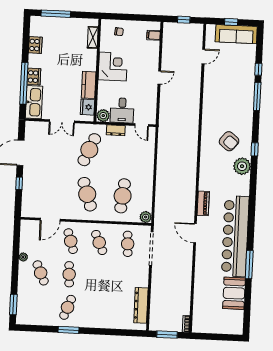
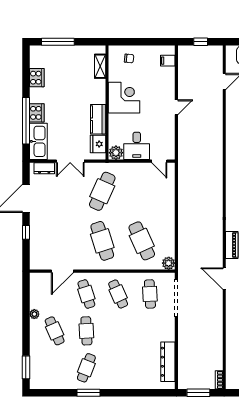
dresser: (116, 130) -> (44, 168), moved
cafe table: (123, 196) -> (142, 241), turned -30

